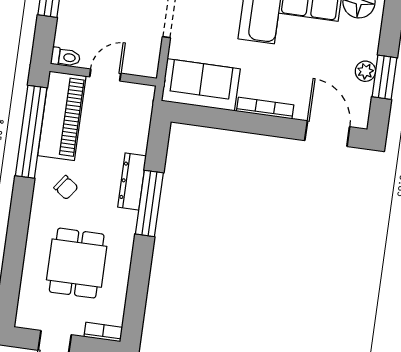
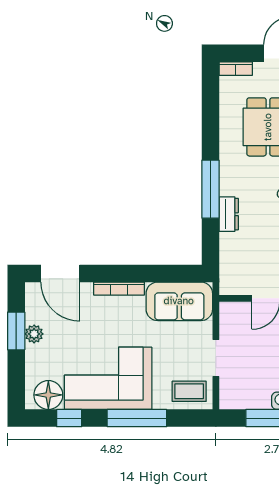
dresser: (132, 181) -> (229, 214), width x0.70

